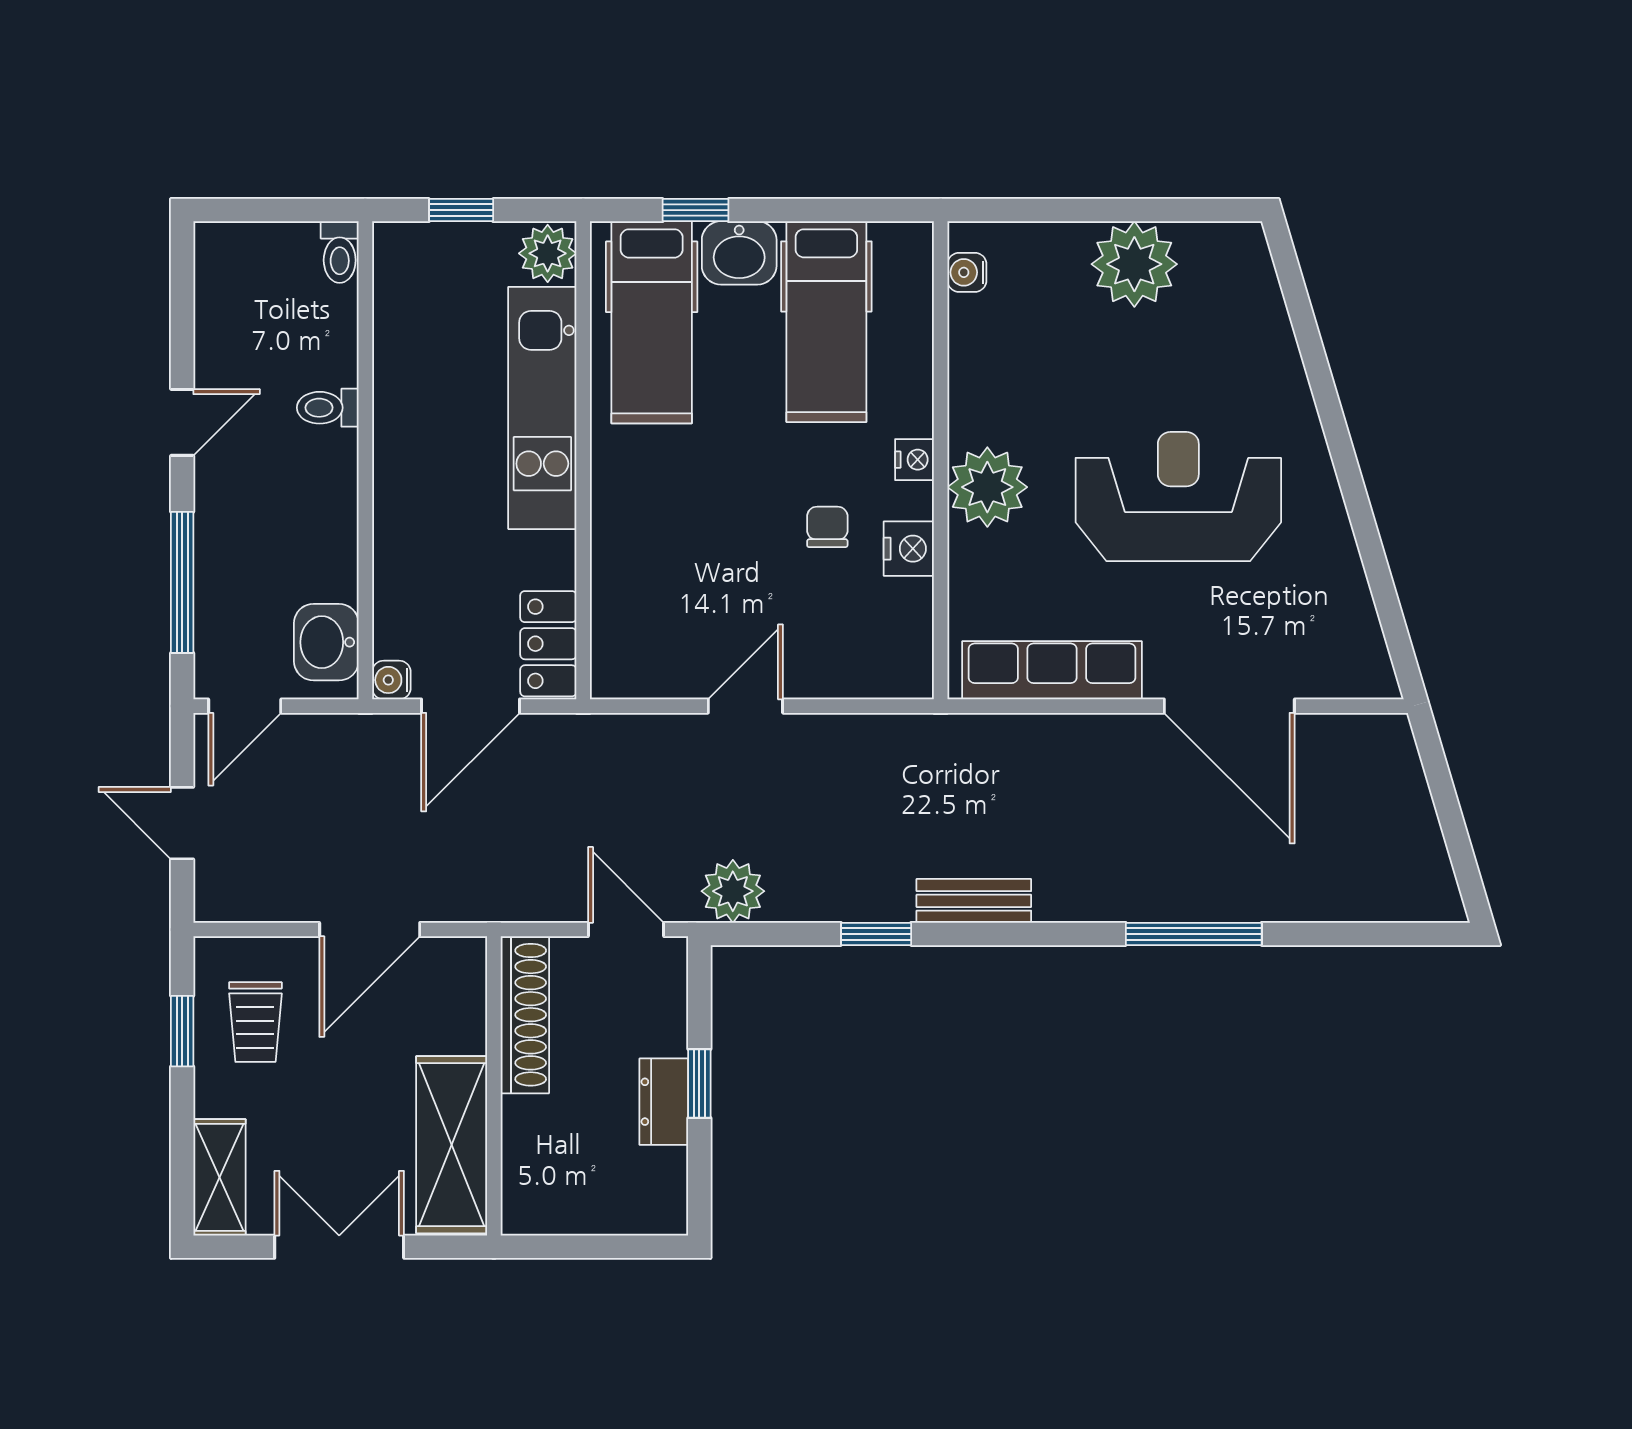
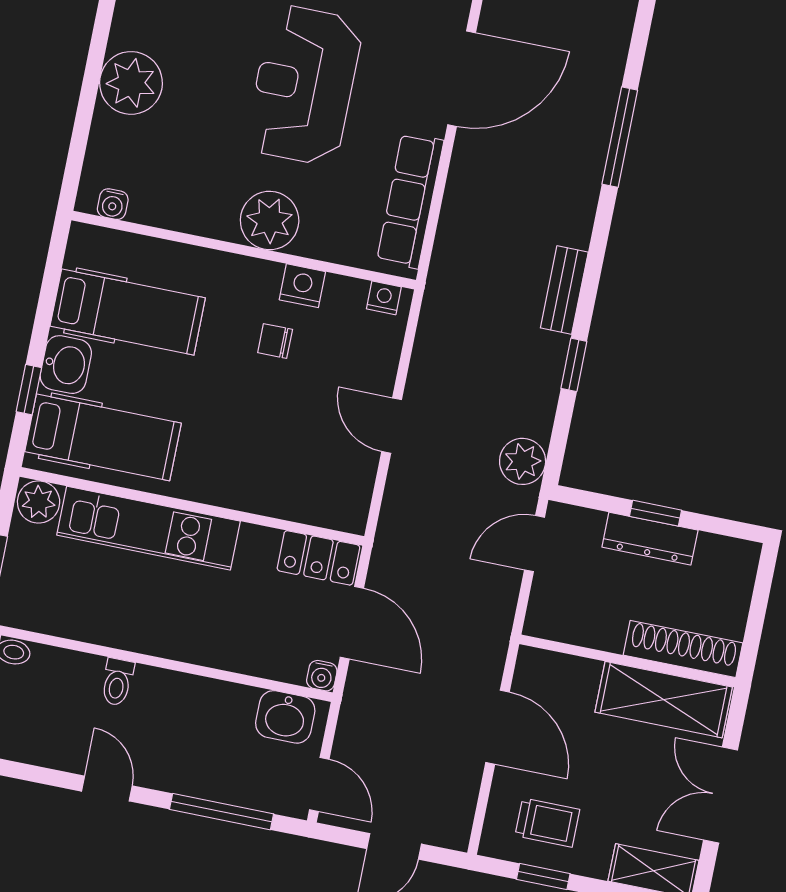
nightstand: (915, 460) -> (384, 298), moved
shoe rack: (525, 1015) -> (683, 649), moved
dresser: (664, 1102) -> (650, 539), width x1.44

